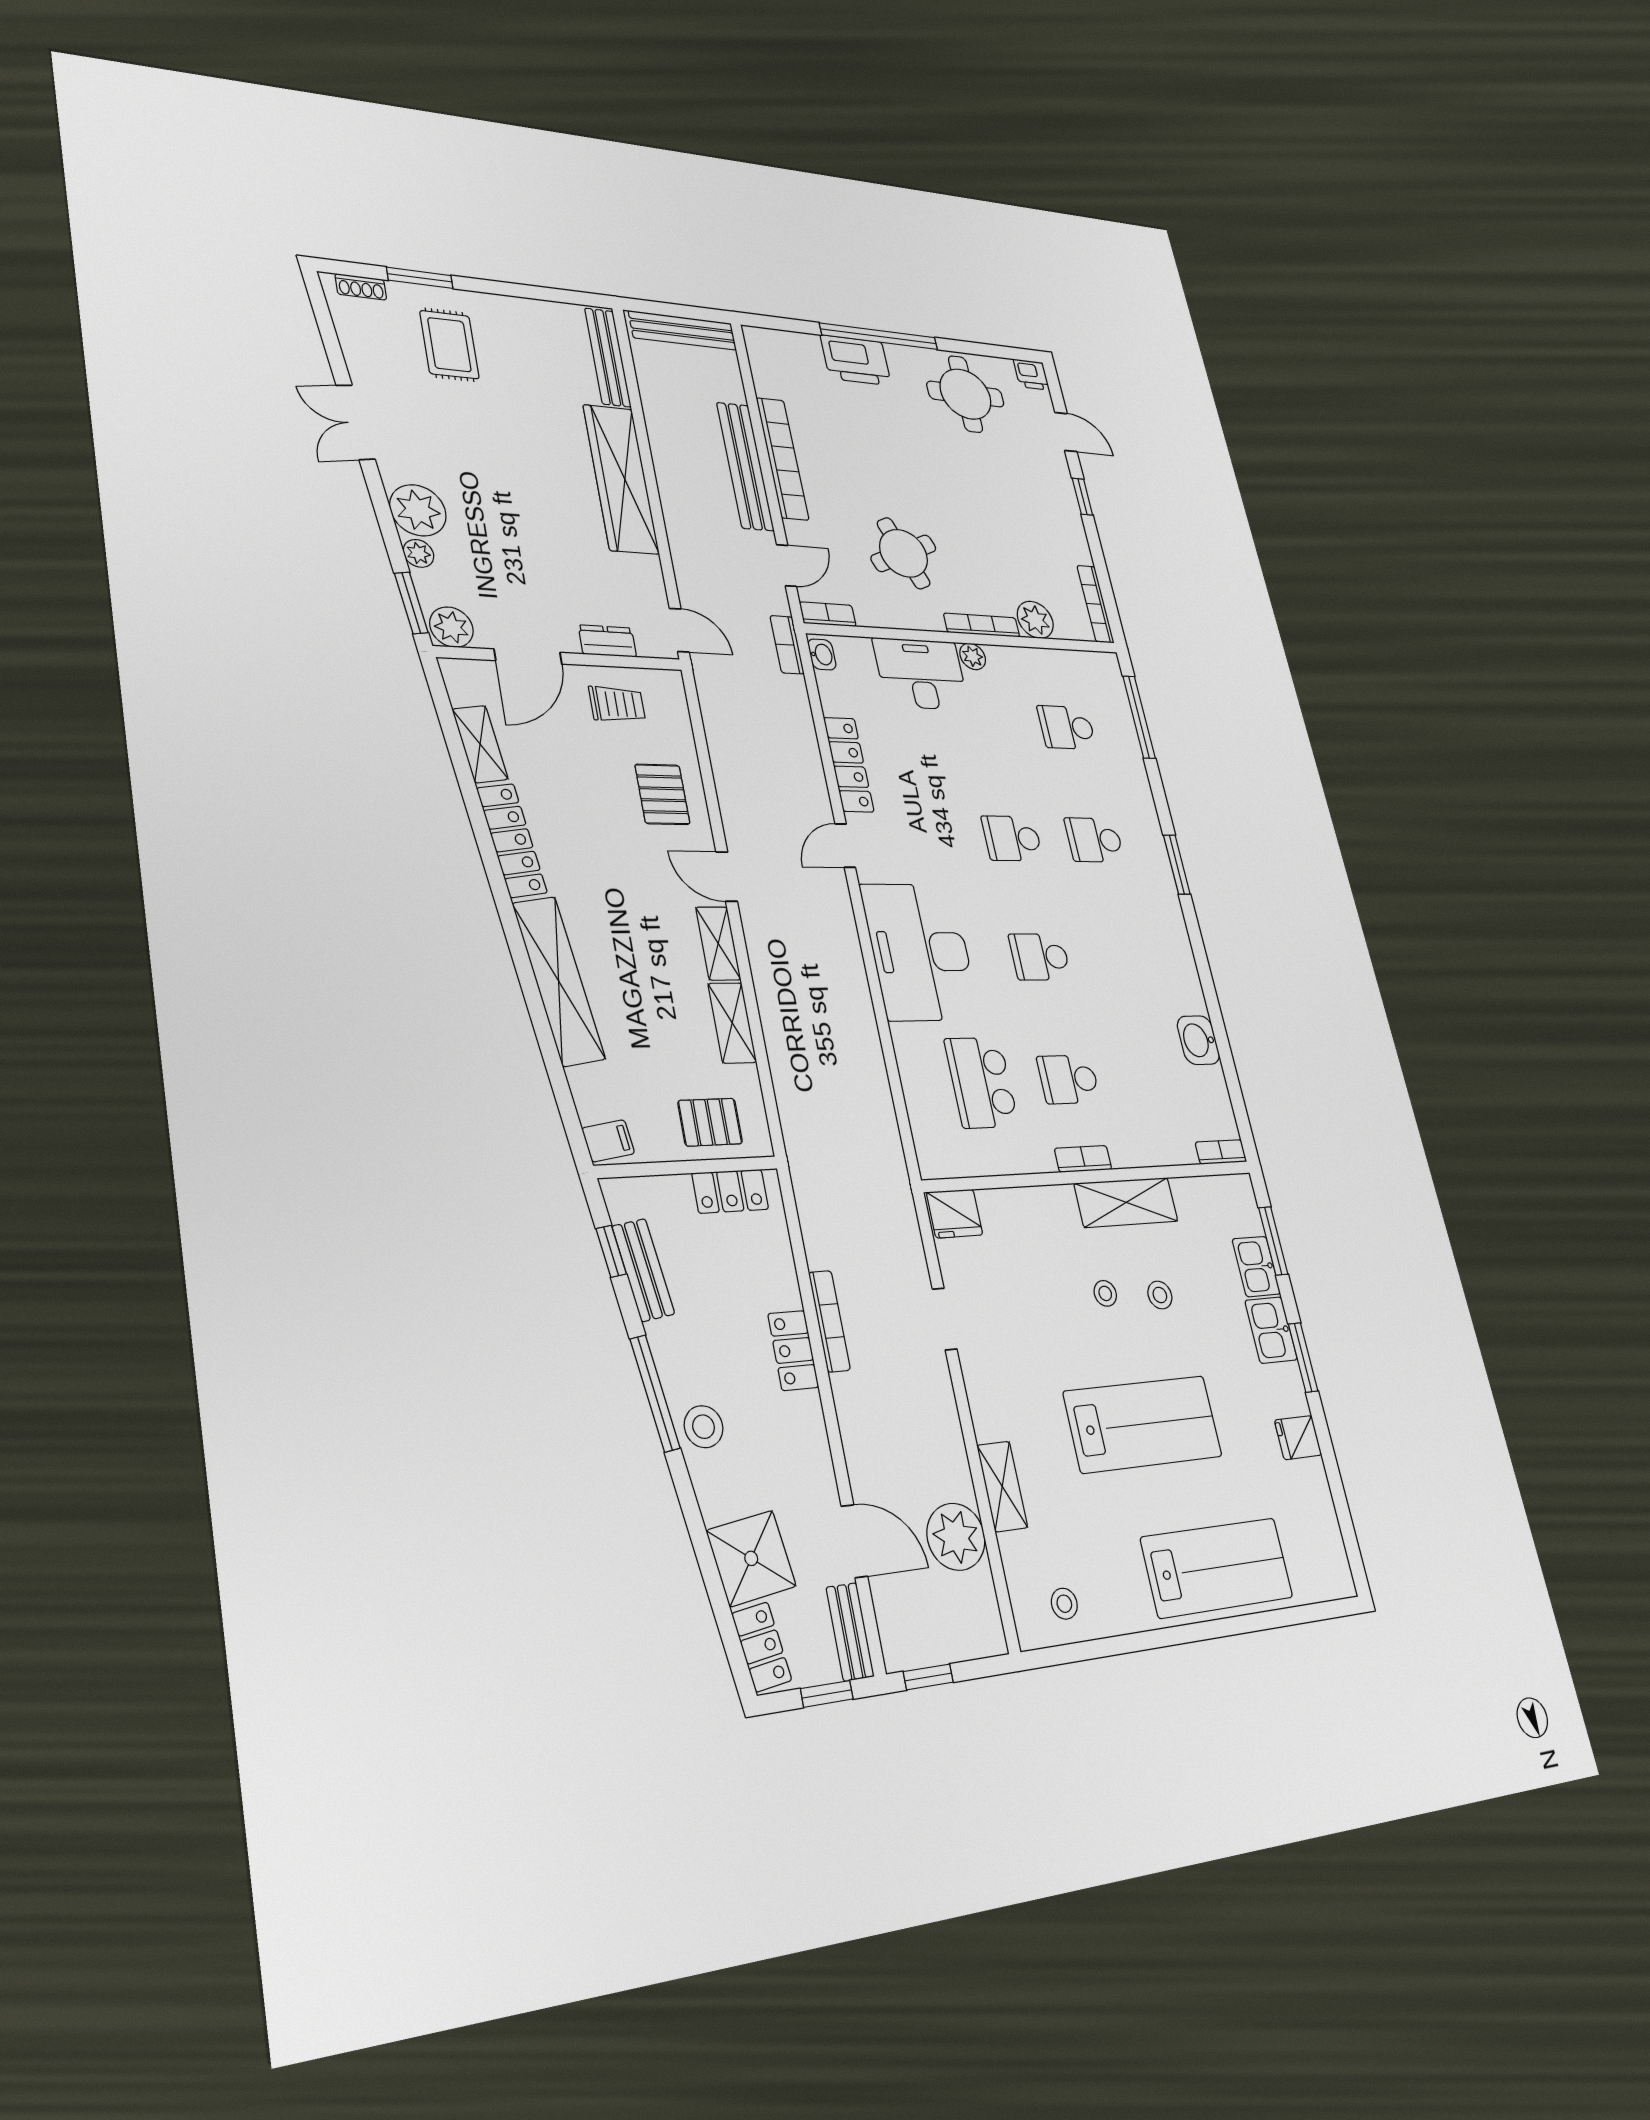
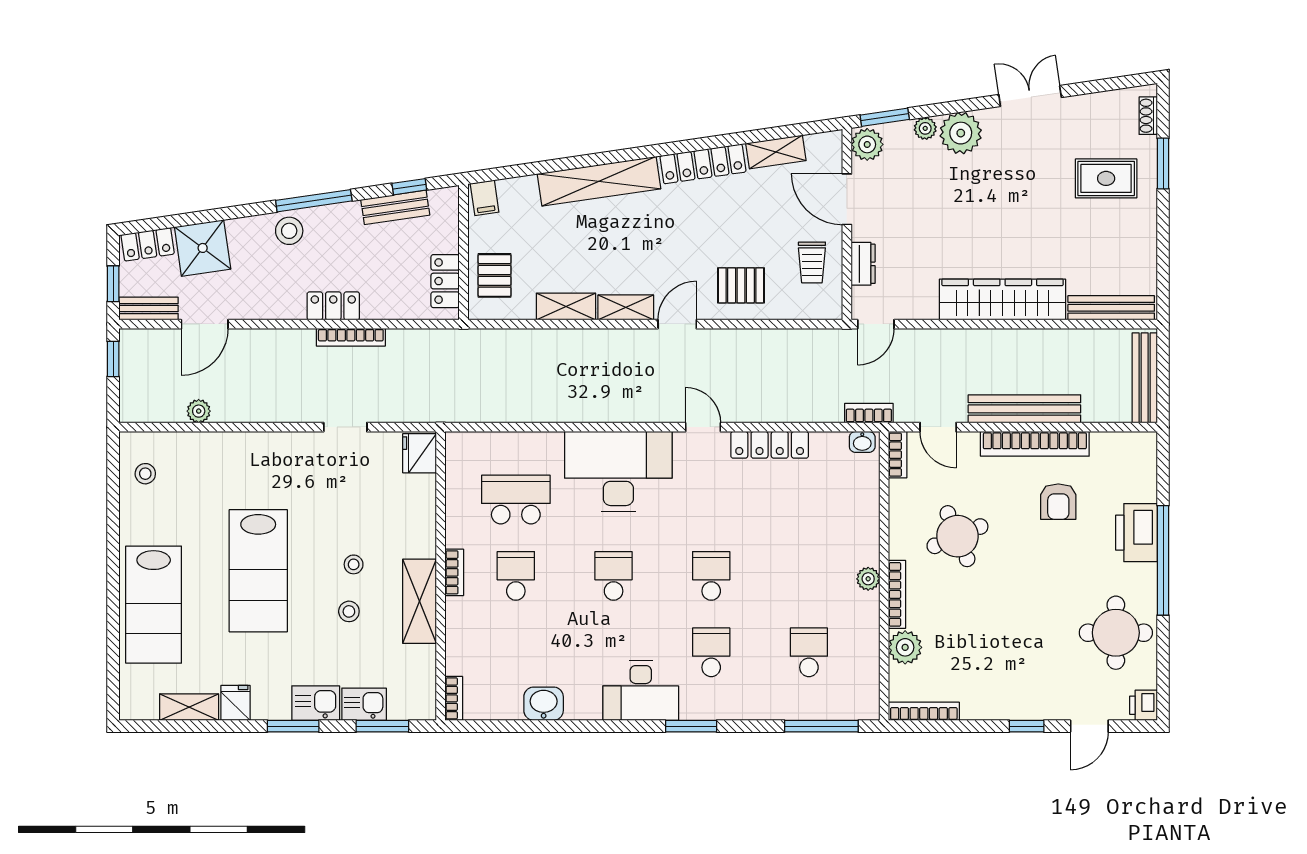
armchair: (841, 440) -> (1058, 502), added
desk: (921, 674) -> (641, 691), moved, turned 90
shelving: (1002, 1486) -> (189, 707), moved
plant: (956, 1537) -> (199, 411), width x0.53, depth x0.53

